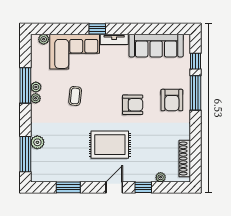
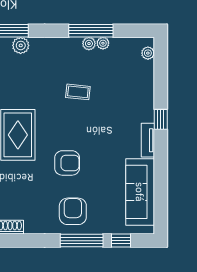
corner sofa: (75, 52) -> (133, 91), removed
plant: (36, 98) -> (103, 43), moved
armchair: (172, 100) -> (73, 211), turned 90
armchair: (133, 105) -> (67, 163), turned -90

